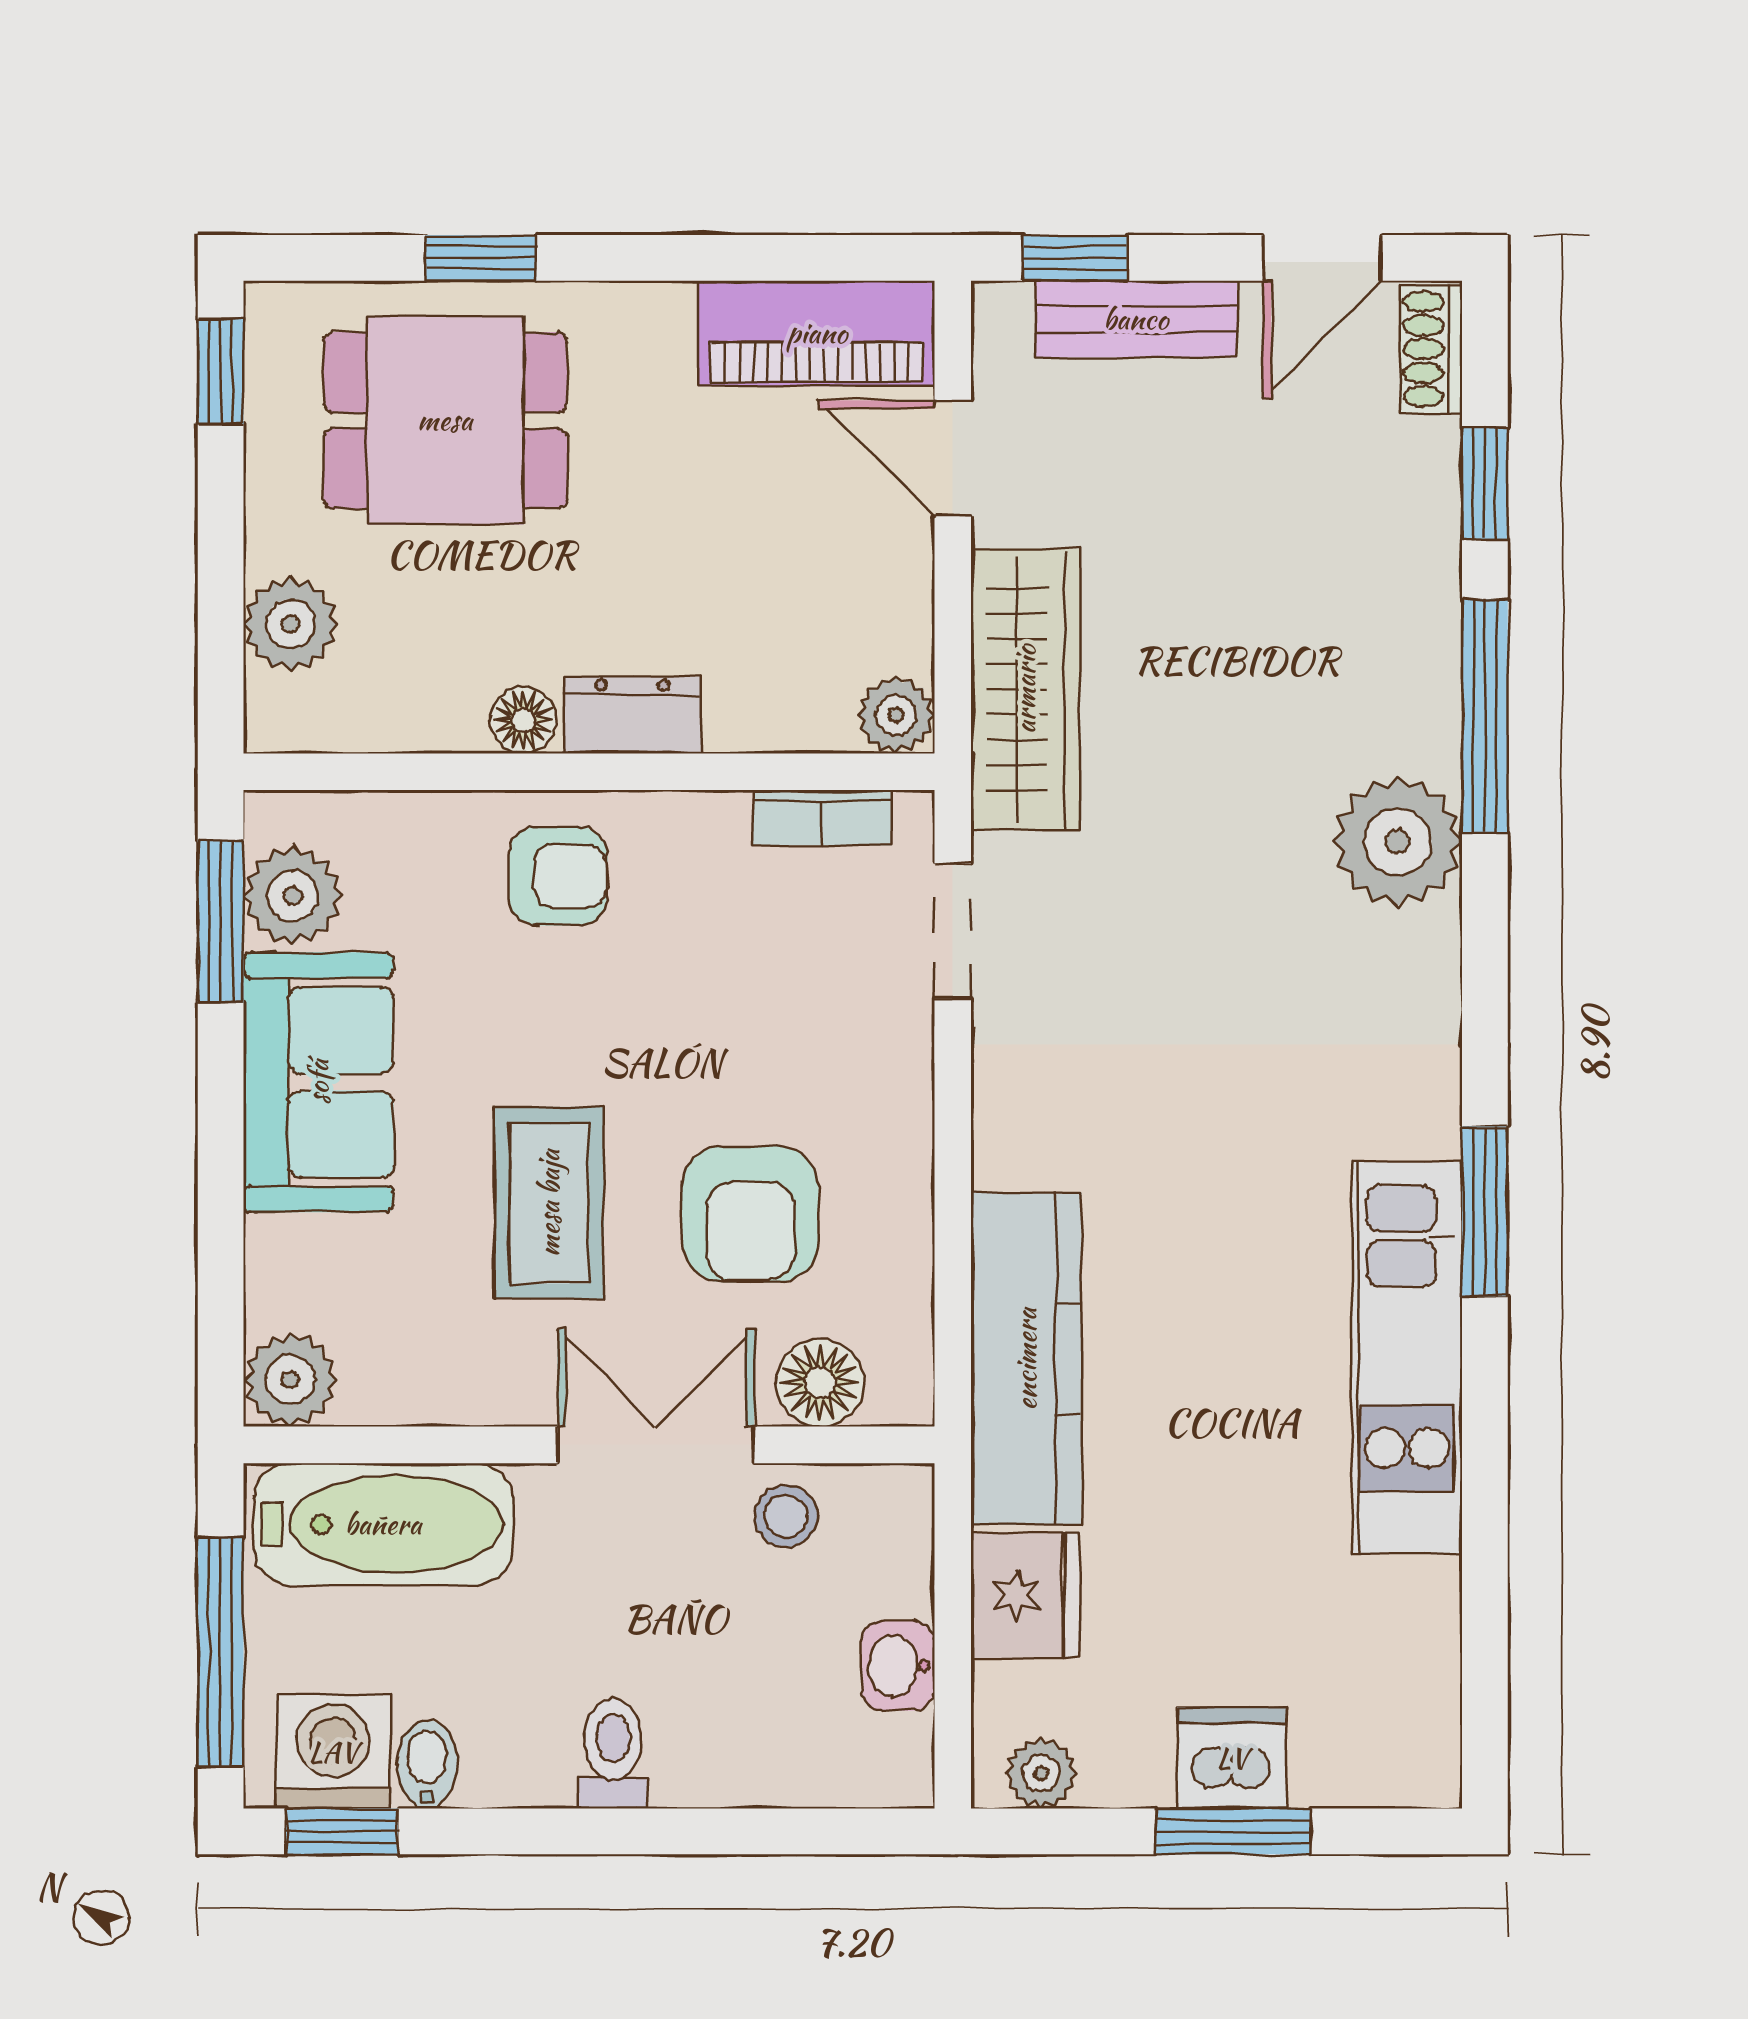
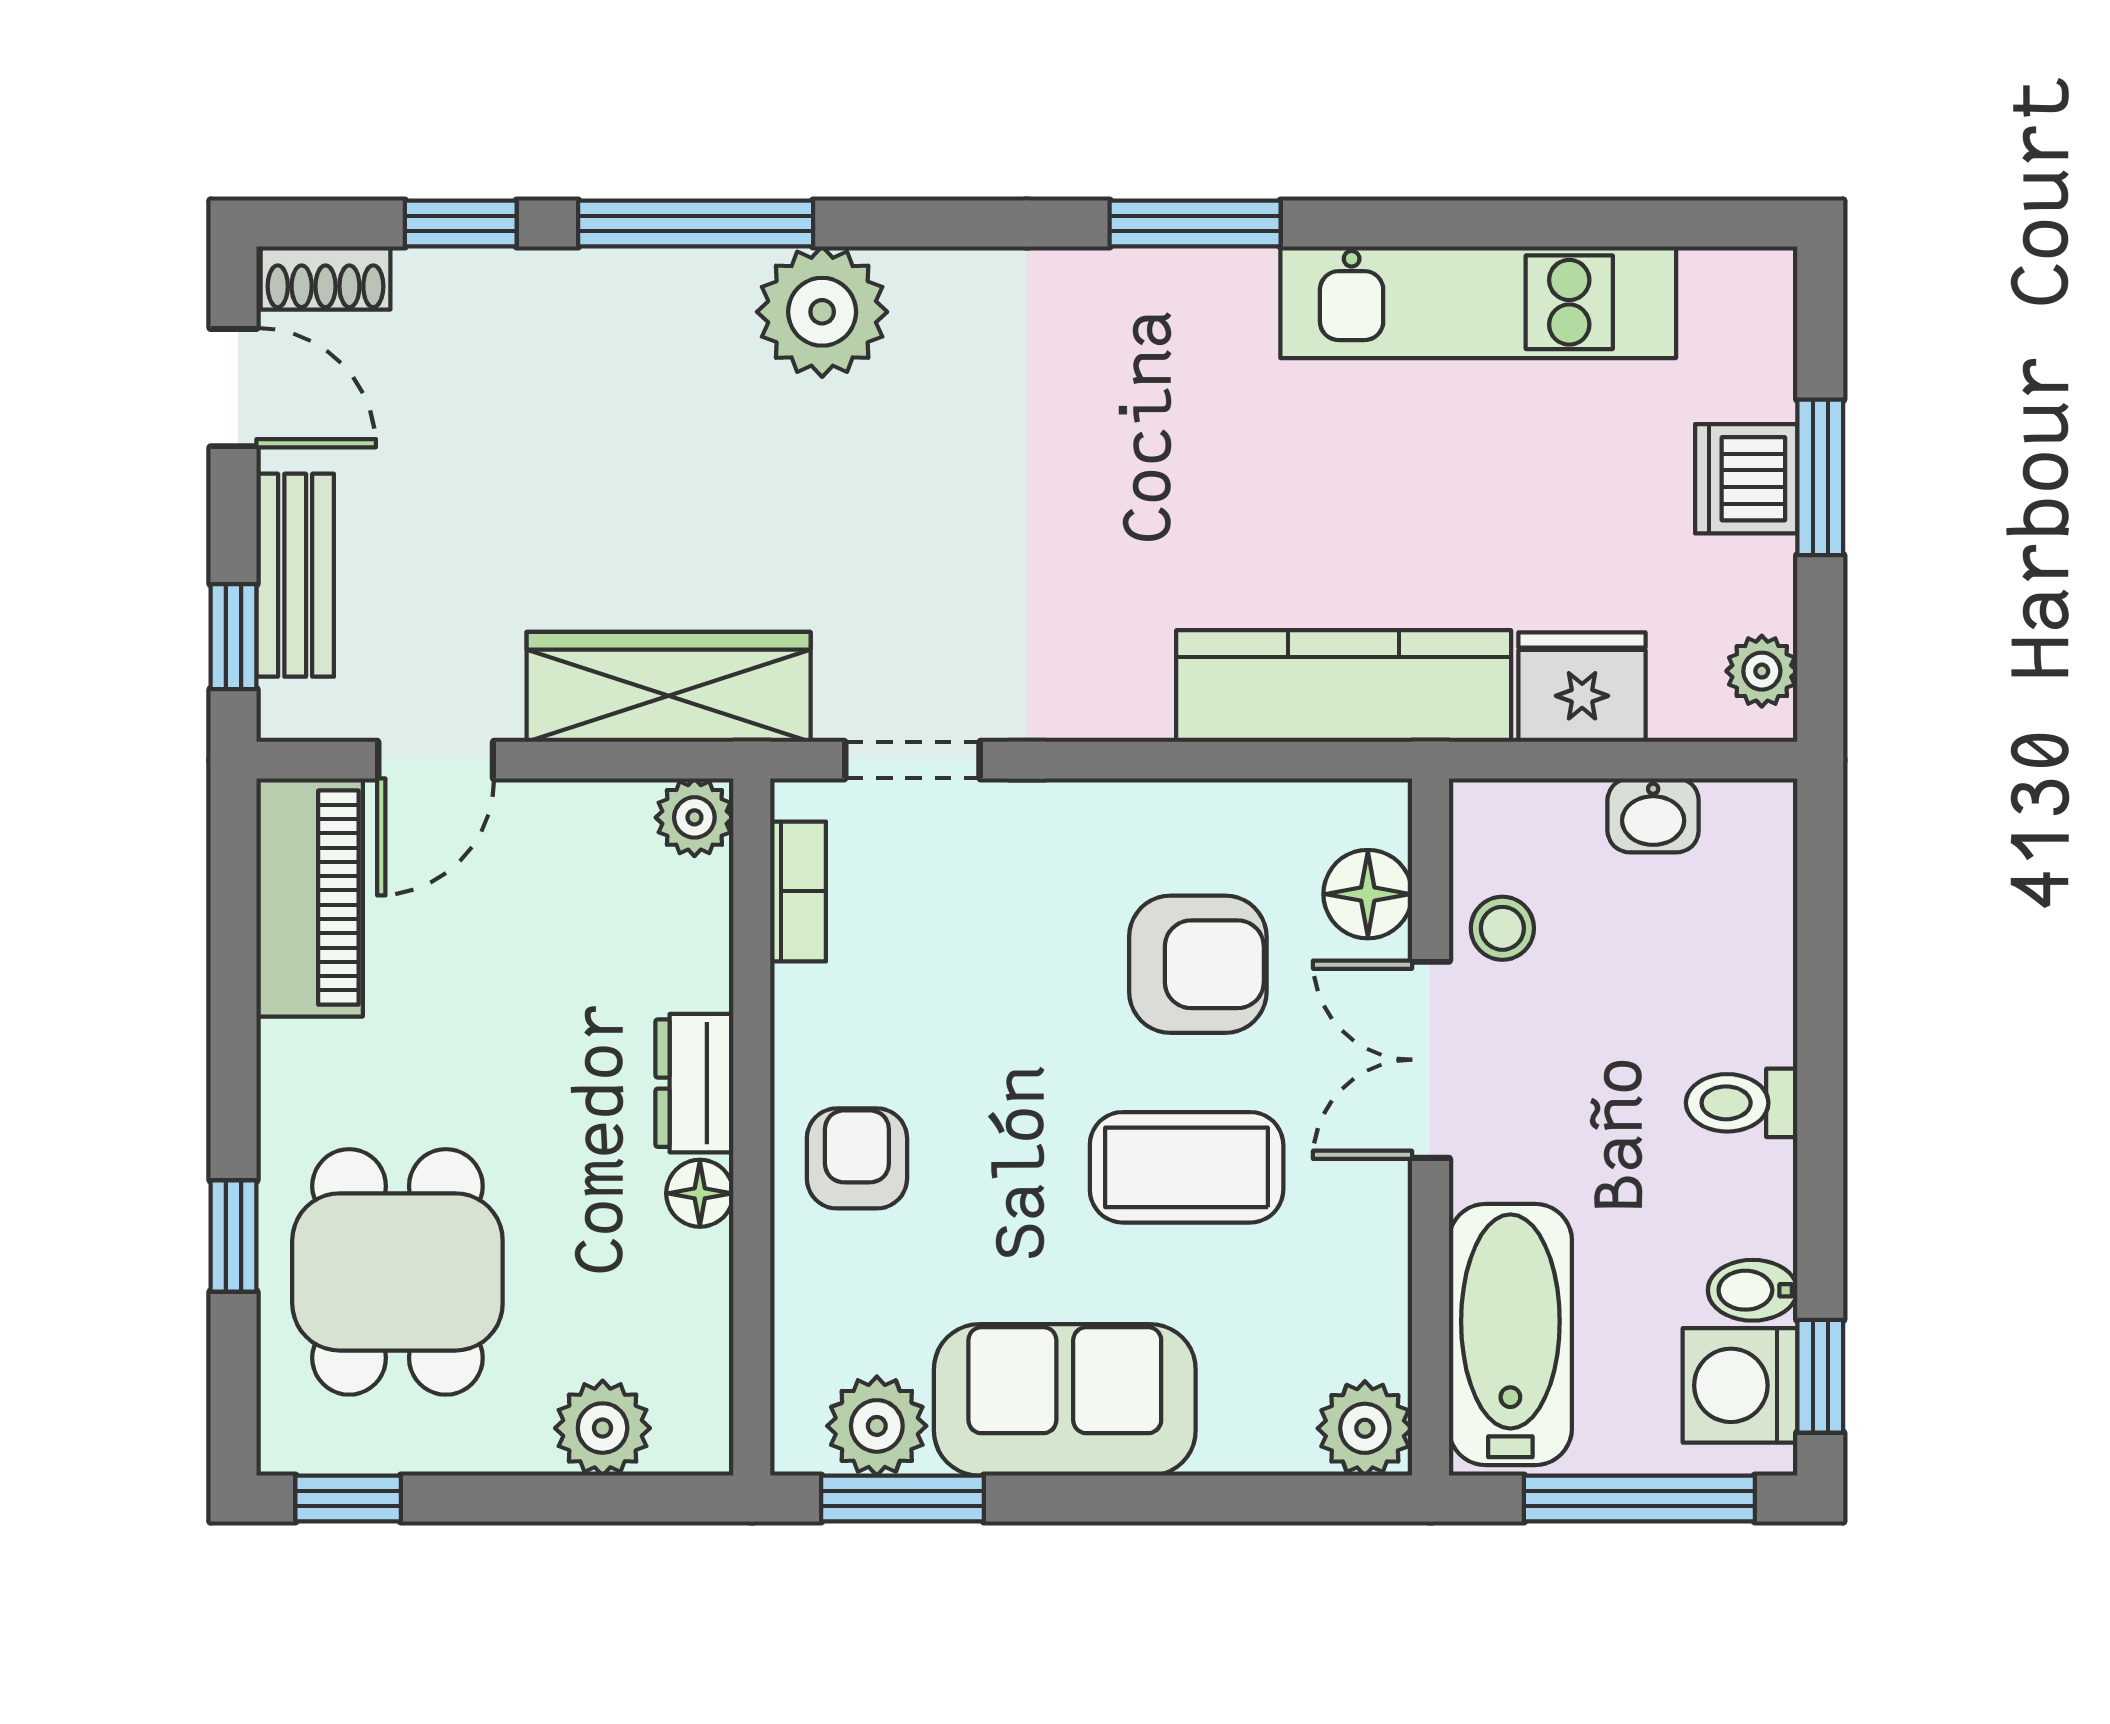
kitchen unit: (1407, 1358) -> (1478, 302), moved

